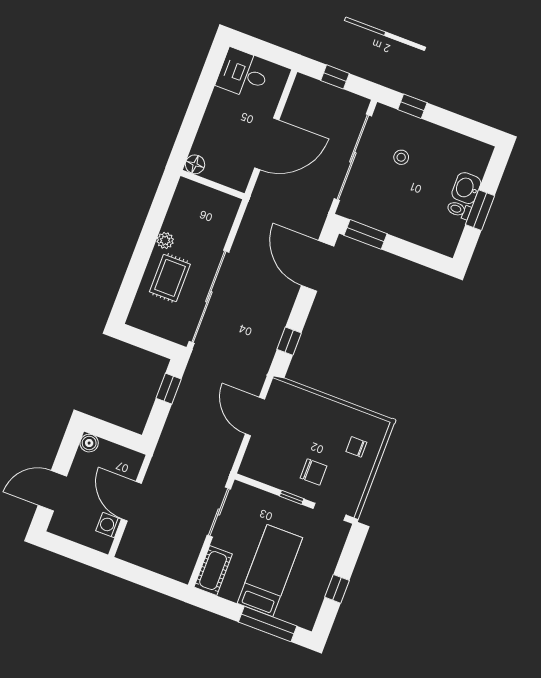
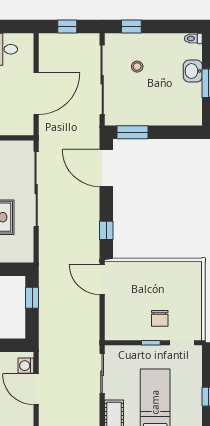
toilet: (459, 210) -> (193, 39), moved
sliding door: (209, 297) -> (36, 189), moved
door: (255, 417) -> (102, 280), moved
chair: (356, 447) -> (184, 288), removed
chair: (313, 472) -> (160, 318), turned 90
washing machine: (109, 525) -> (26, 366), moved

